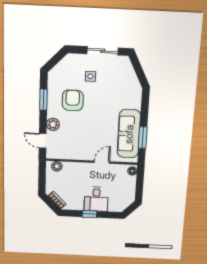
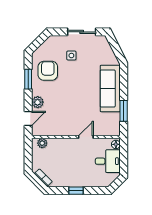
armchair: (73, 100) -> (48, 71), moved
sofa: (129, 134) -> (110, 89), moved
door: (43, 141) -> (28, 119), swing flipped
desk: (96, 199) -> (108, 161), moved, turned -90

